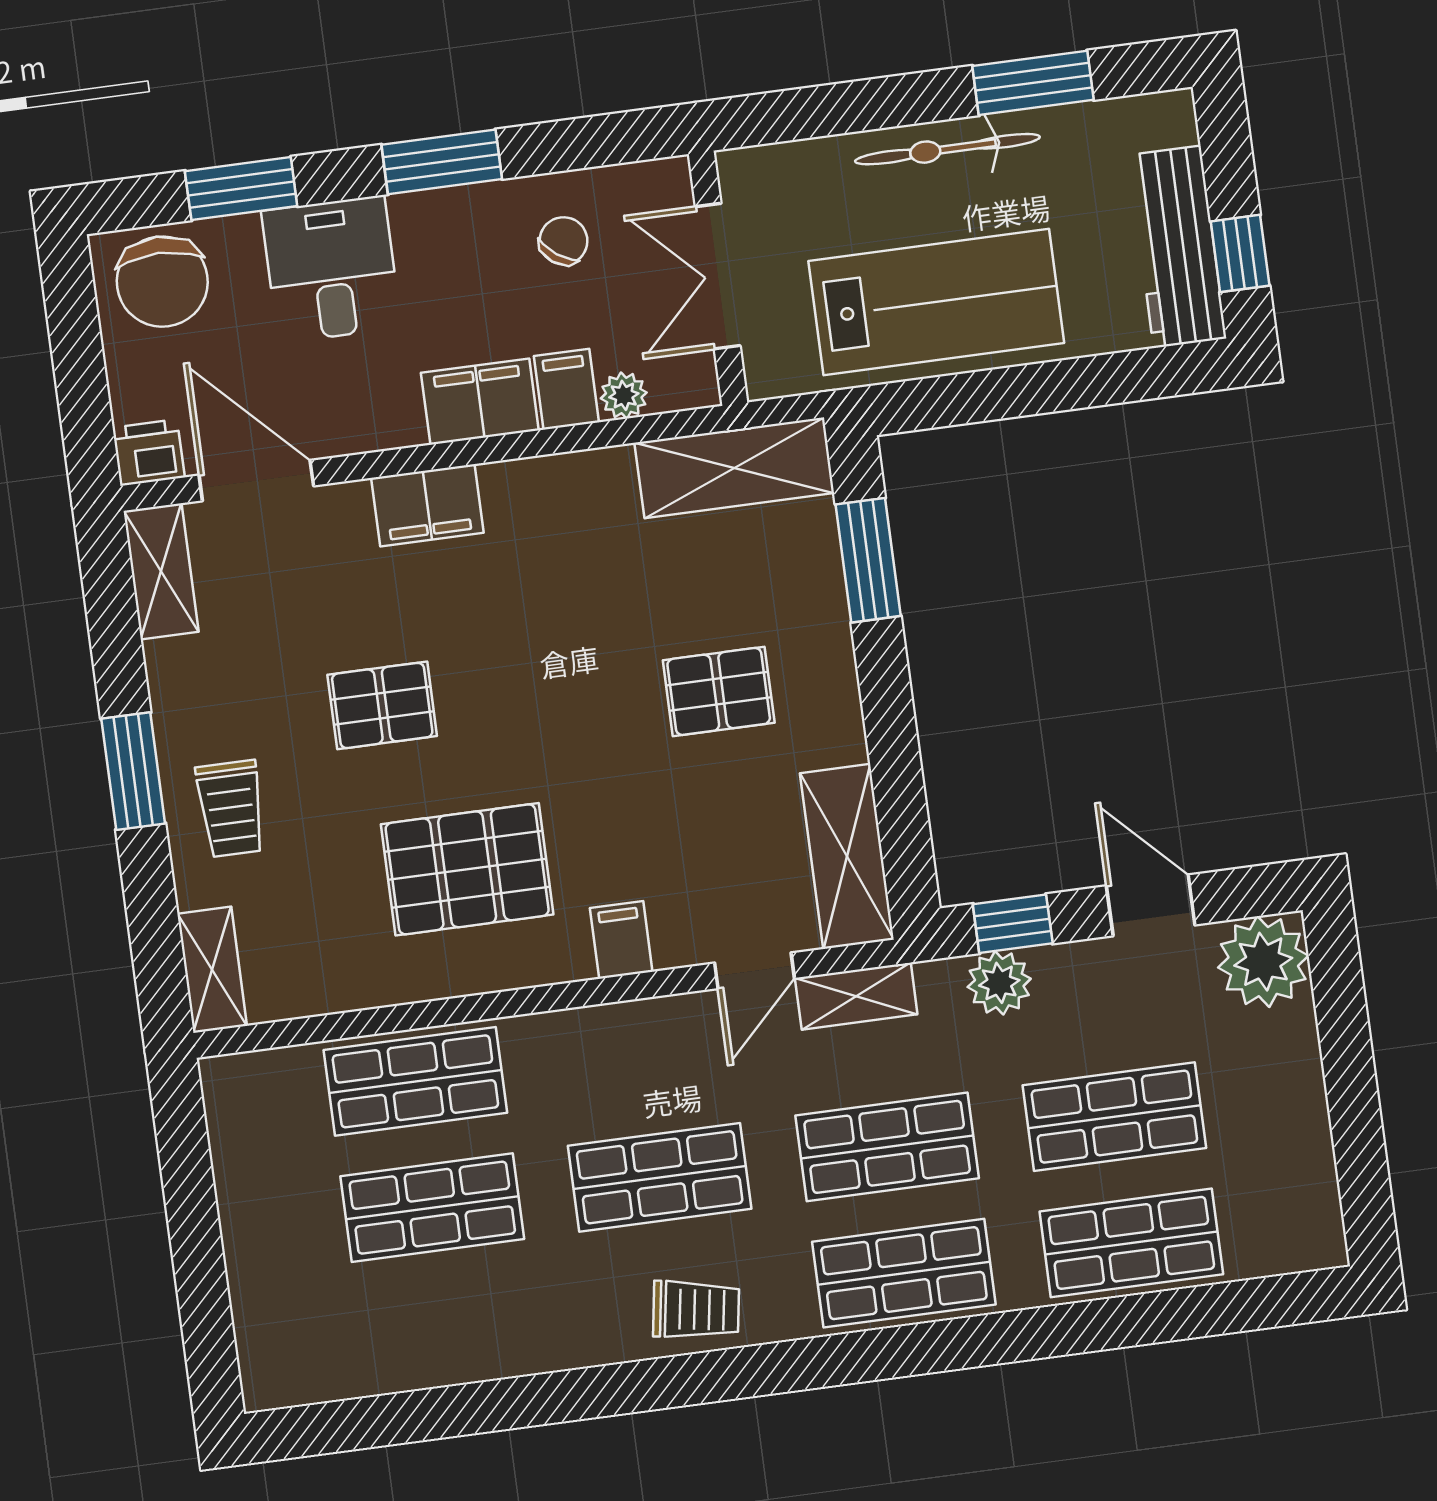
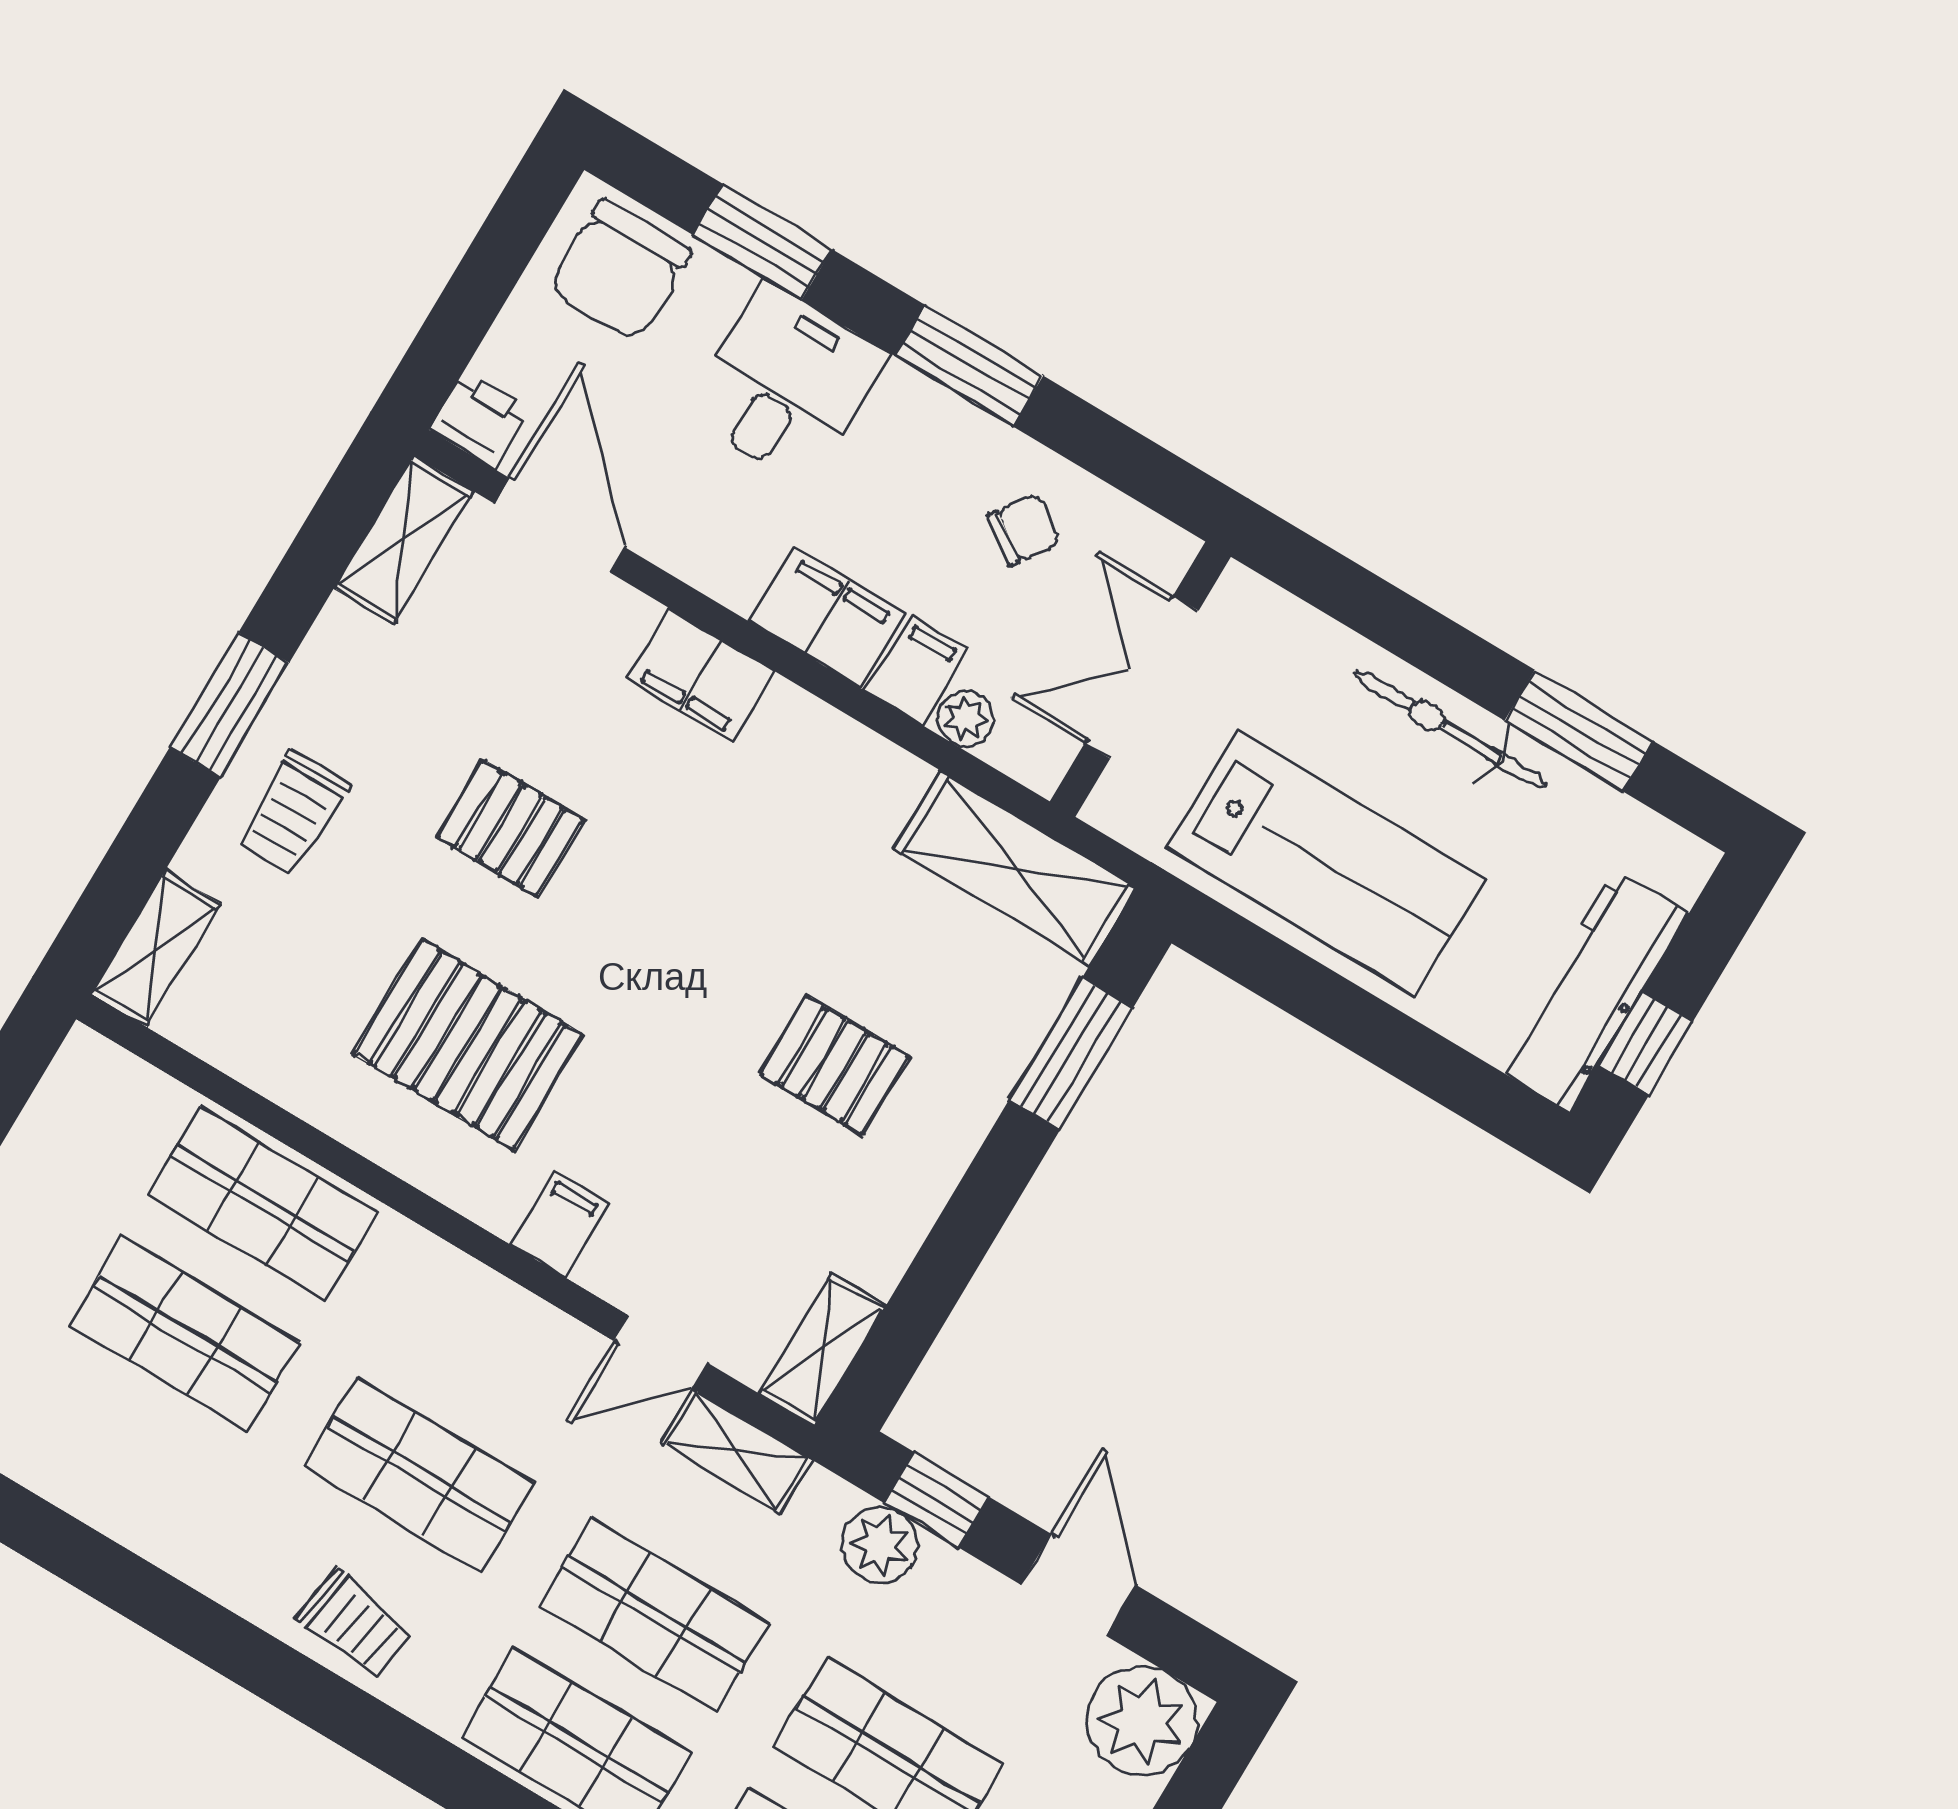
shelving: (847, 856) -> (823, 1350), width x0.67, depth x0.75

